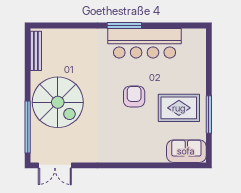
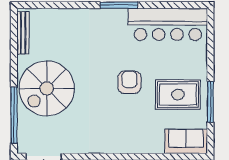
bar counter: (145, 43) -> (168, 24), moved
spiral stairs: (58, 102) -> (47, 88), turned 90

